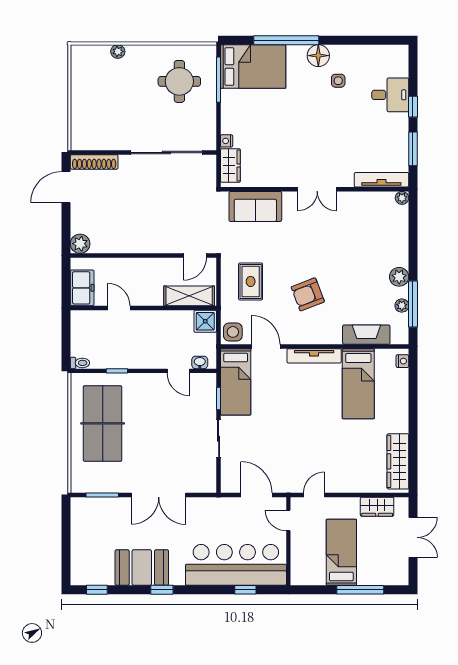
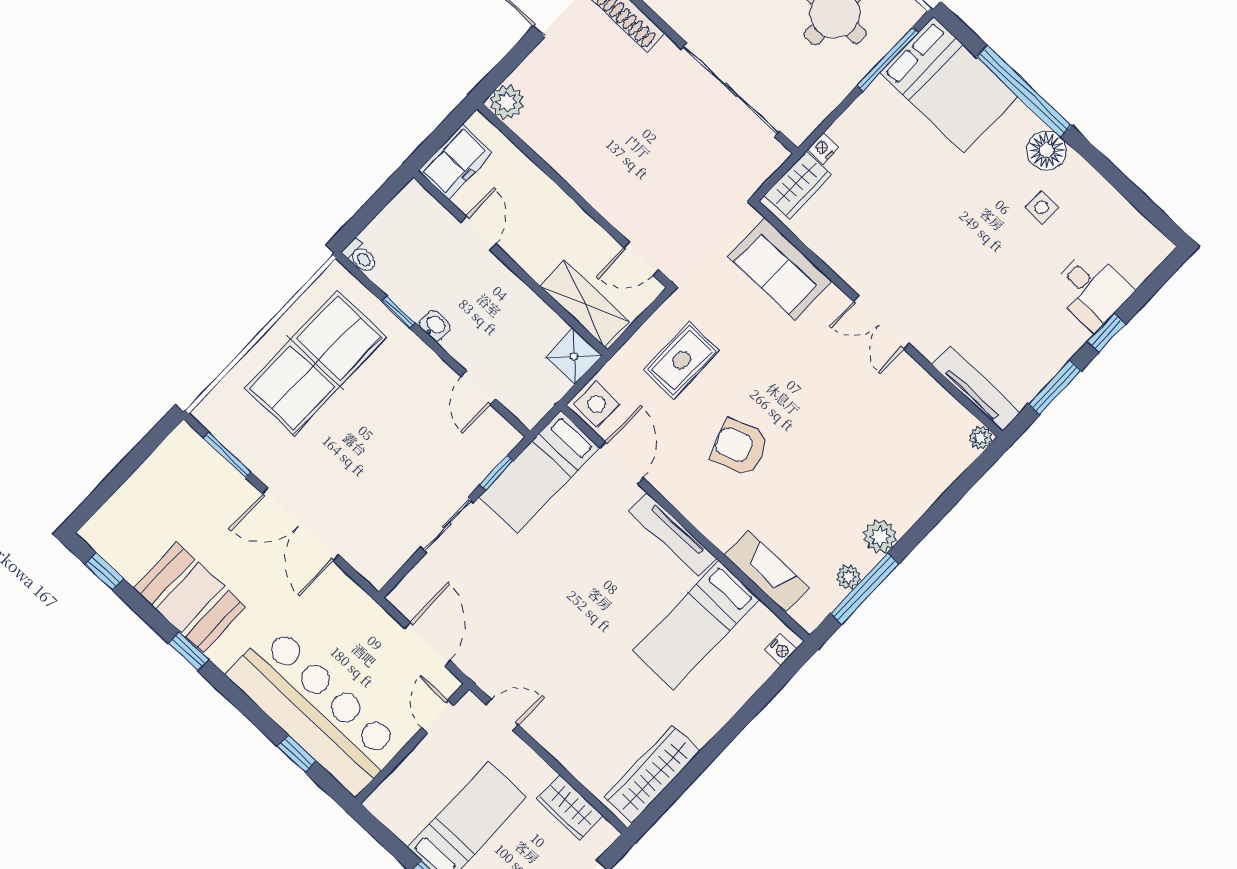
washbasin: (200, 362) -> (435, 326), moved

